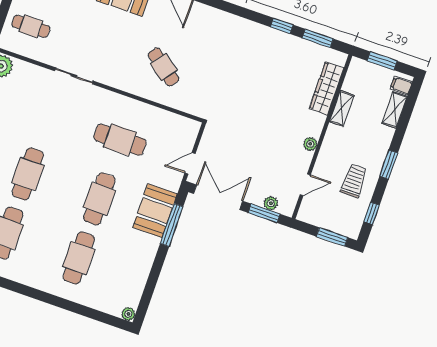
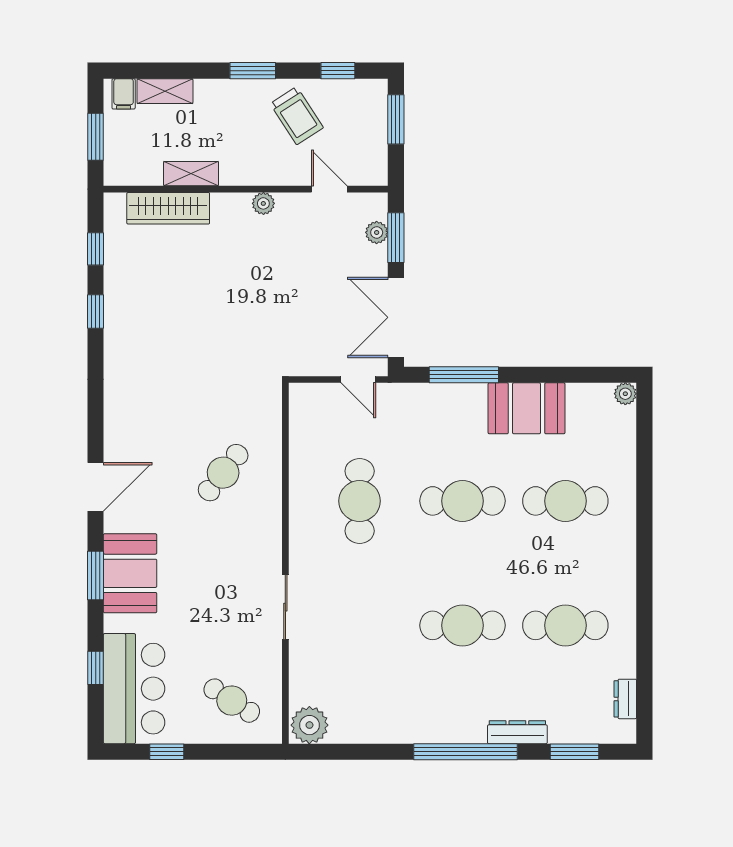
cafe table: (31, 26) -> (232, 701), turned -57
window: (318, 38) -> (96, 249), width x0.67
trolley: (354, 181) -> (297, 116), turned -123
booth: (155, 211) -> (527, 408), moved

